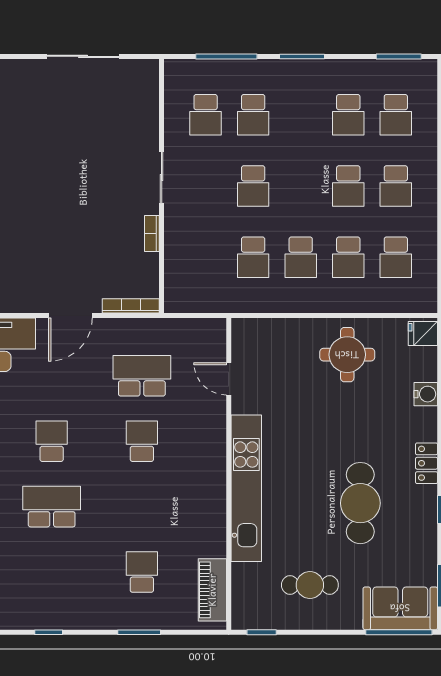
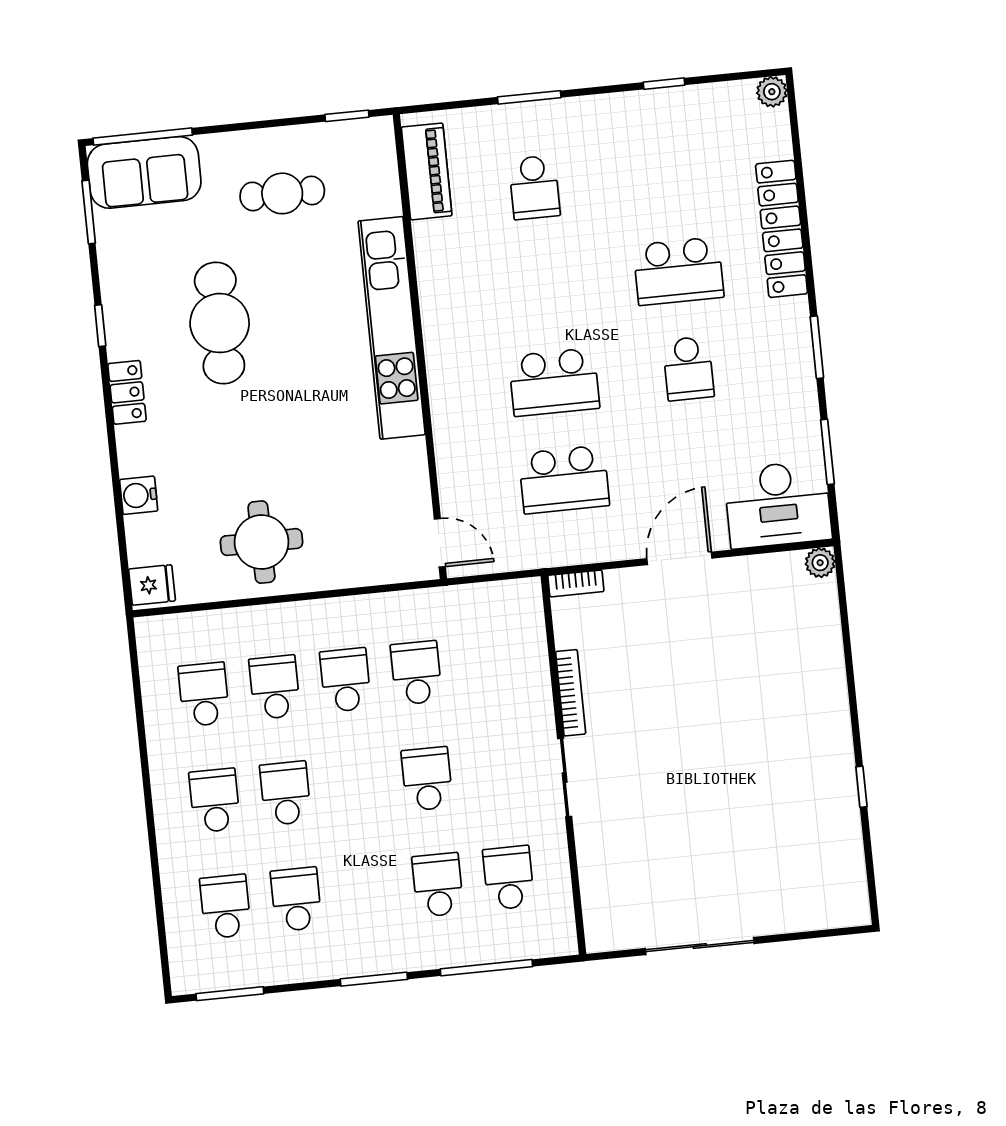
bookcase: (152, 234) -> (571, 693), width x1.56
bookcase: (131, 306) -> (576, 583), width x0.64
door: (229, 379) -> (440, 543), moved
school desk: (142, 441) -> (554, 382), width x1.85

